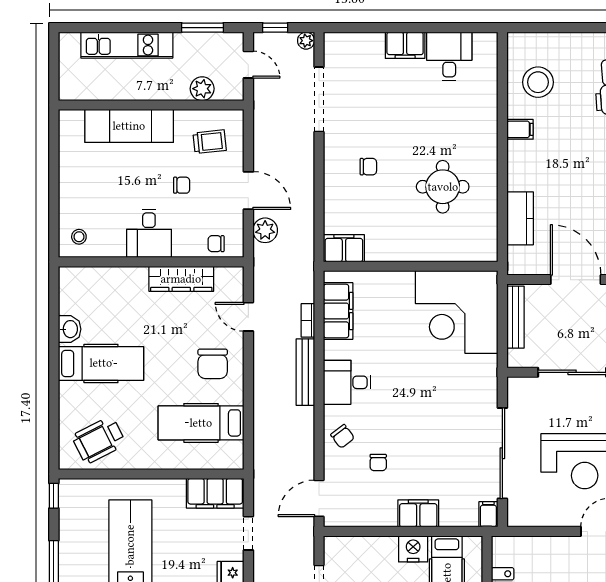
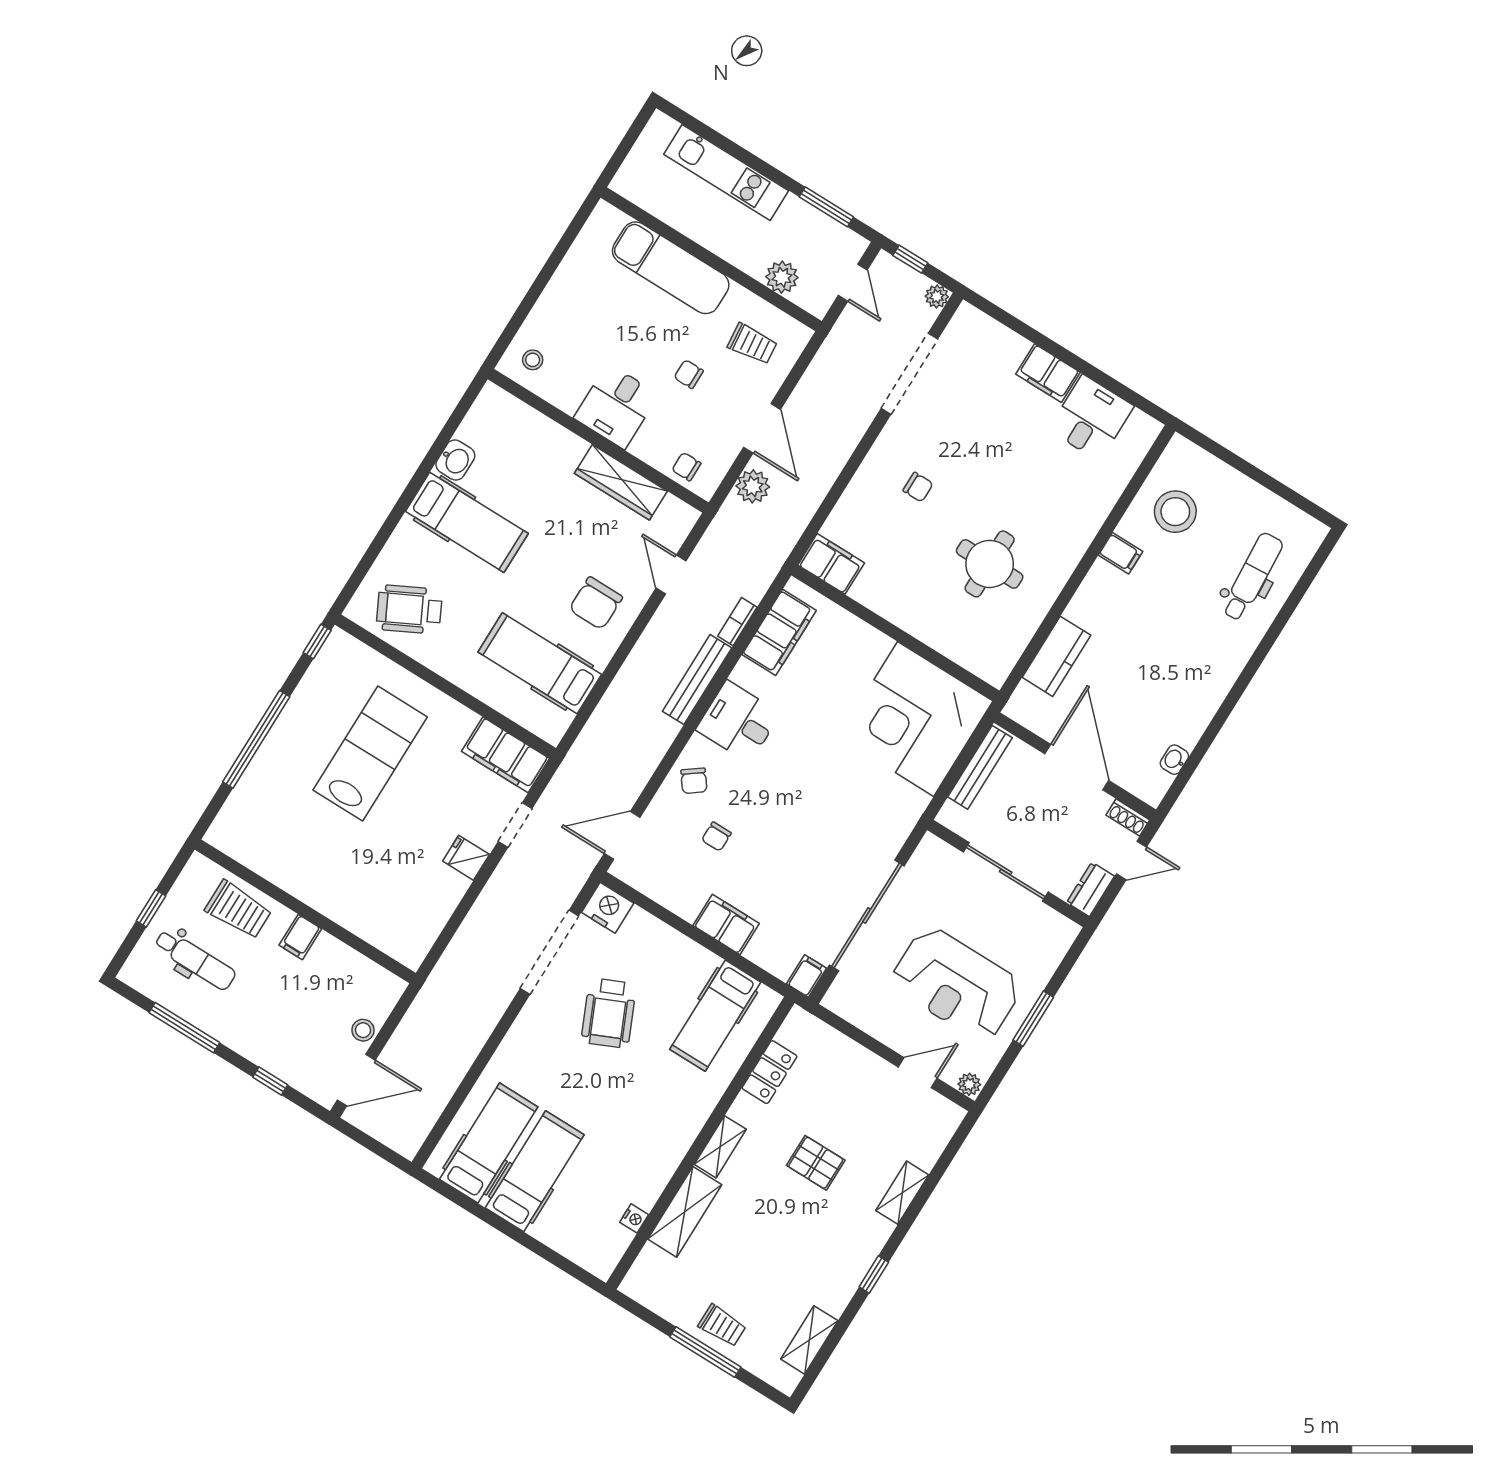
chair: (182, 185) -> (689, 374), turned 180
nightstand: (413, 549) -> (608, 908), moved

